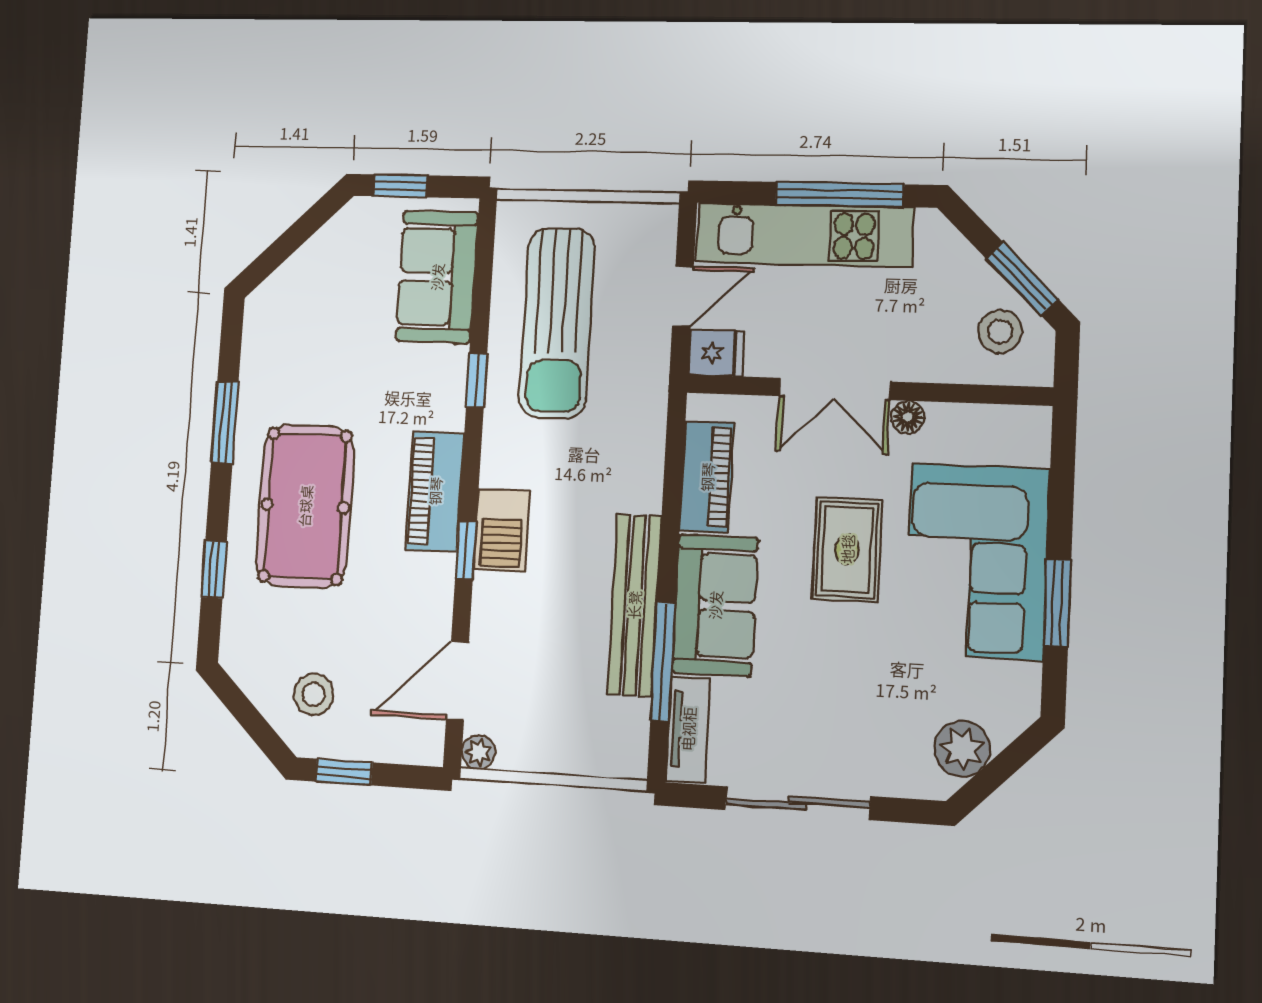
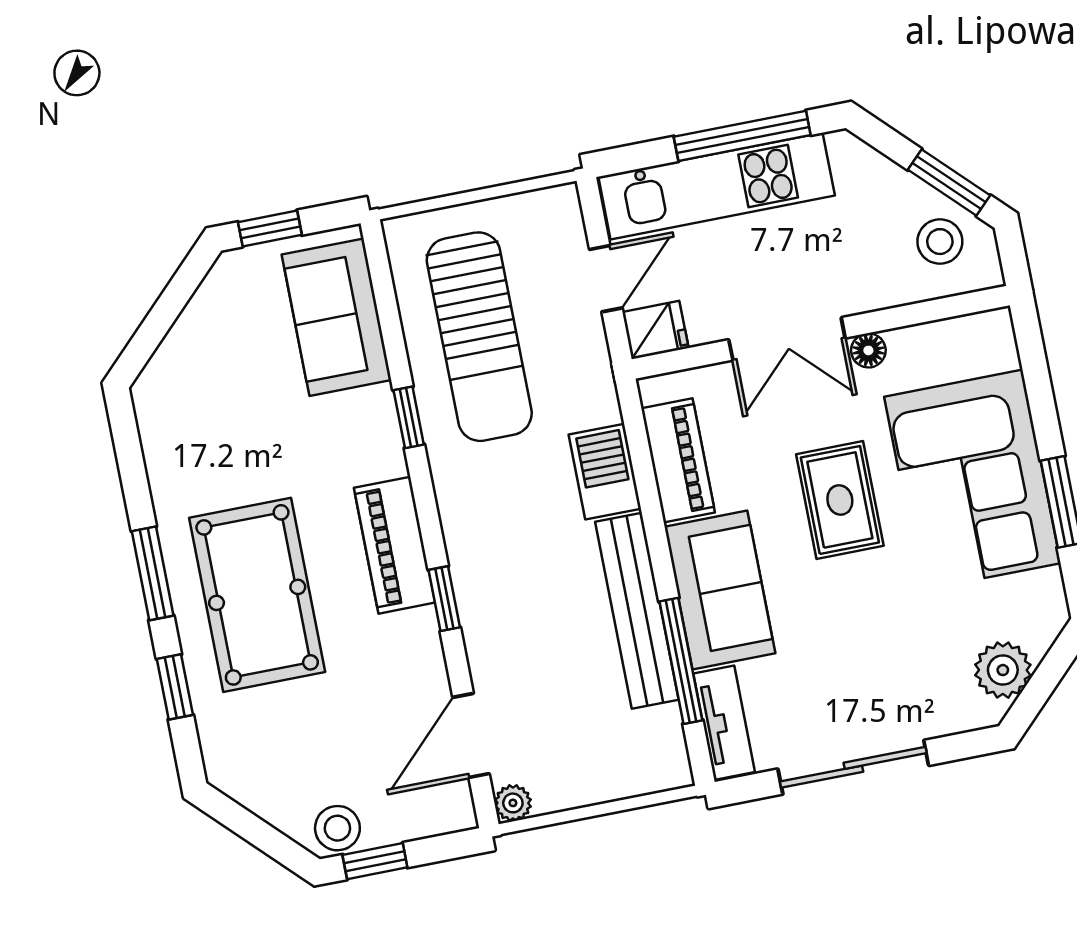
window: (225, 422) -> (153, 573), moved
barbecue: (502, 531) -> (605, 472), moved, turned 180
stool: (314, 694) -> (337, 828), moved

